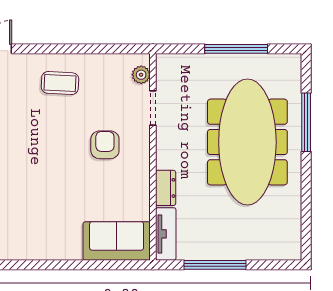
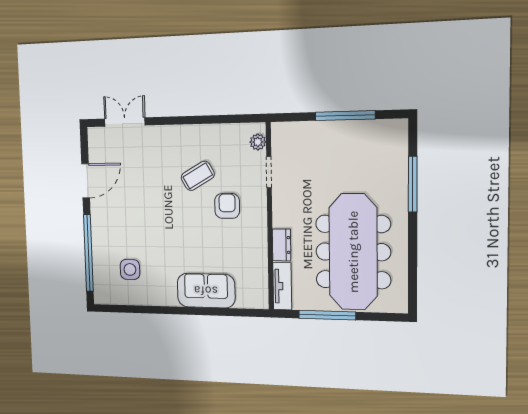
coffee table: (60, 83) -> (198, 176), moved, turned -33
meeting table: (247, 142) -> (353, 252), moved
sofa: (117, 241) -> (206, 291), moved

